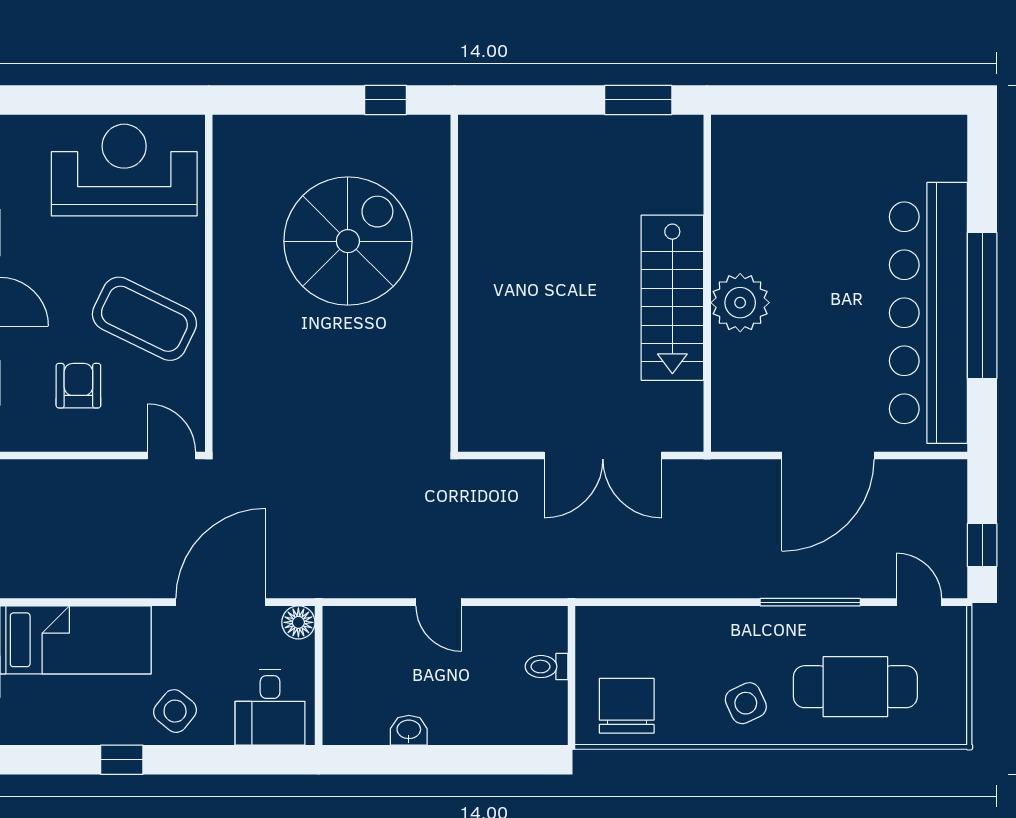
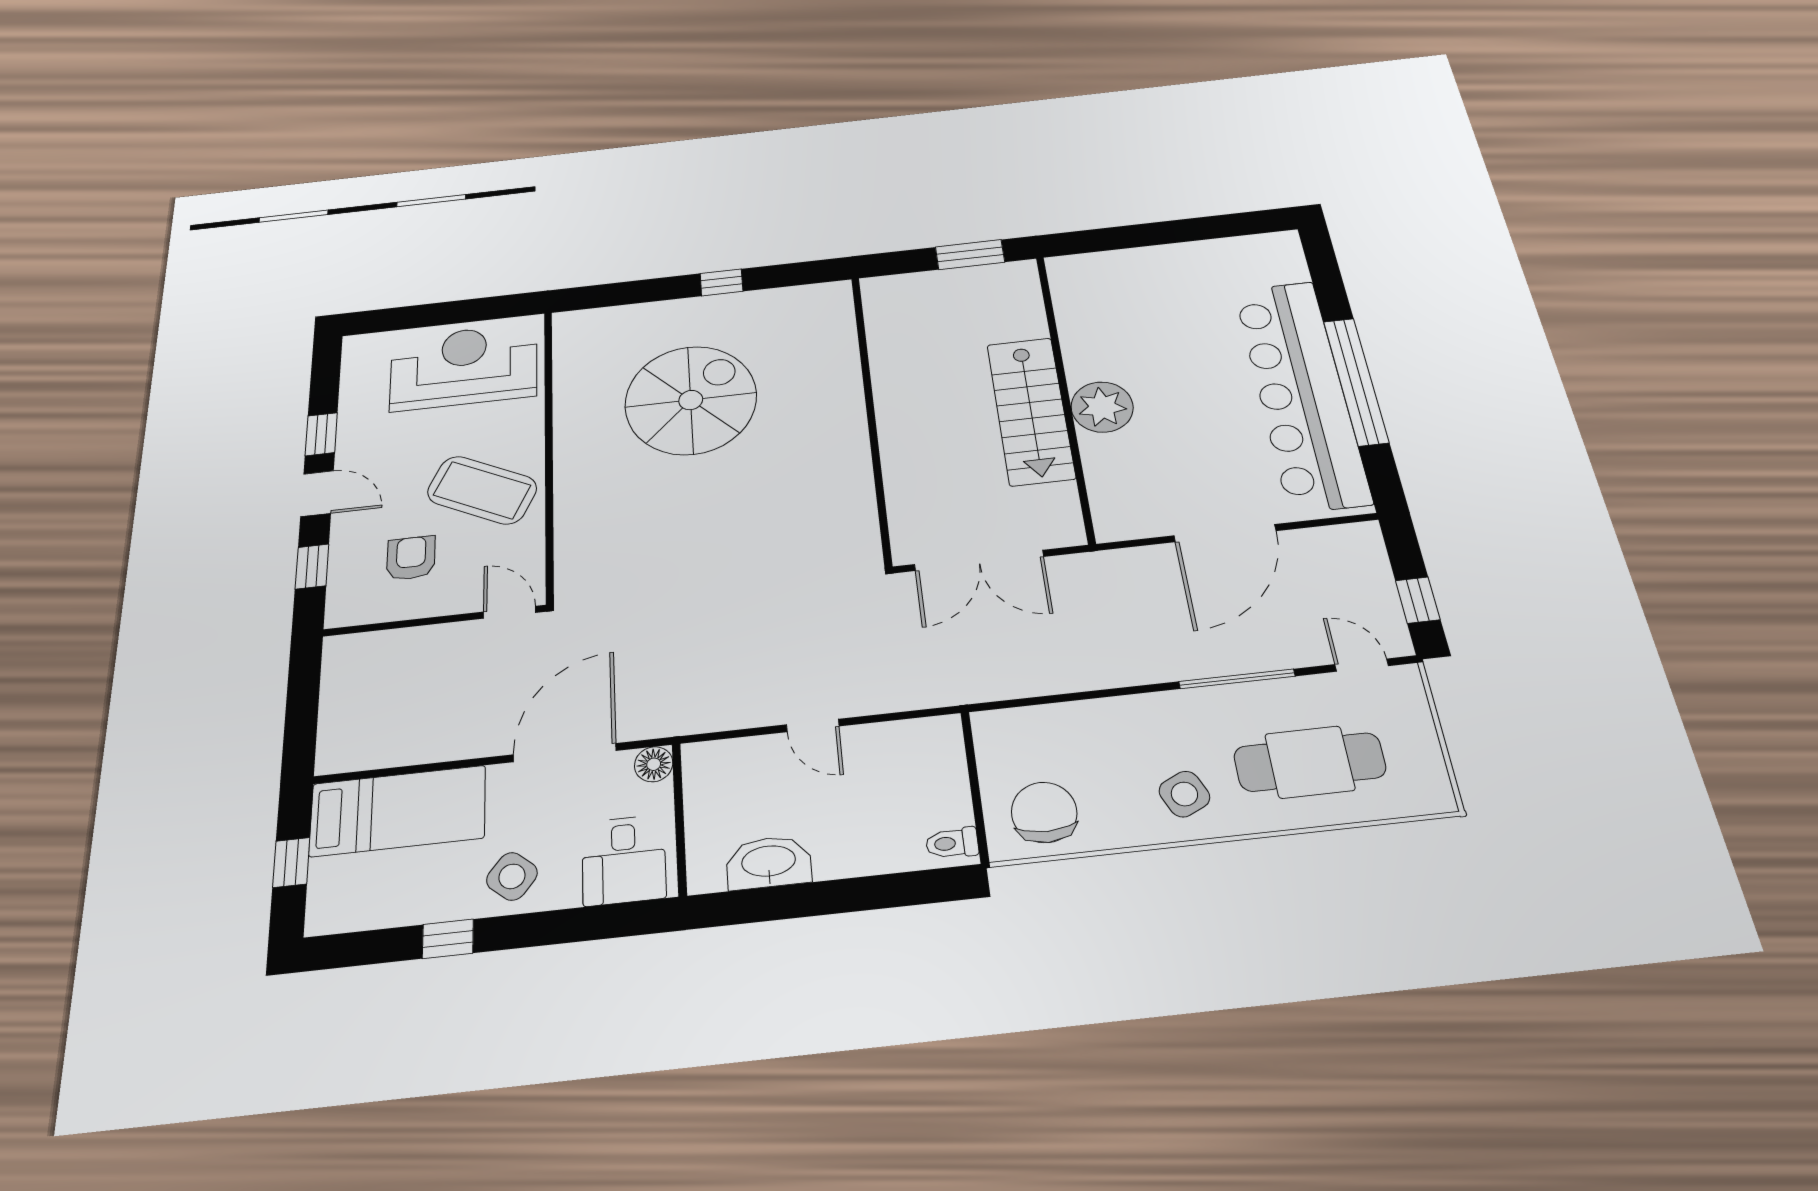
wall: (454, 283) -> (871, 416), moved
toilet: (547, 667) -> (952, 843), moved
washbasin: (409, 730) -> (769, 862), width x1.91, depth x1.45

